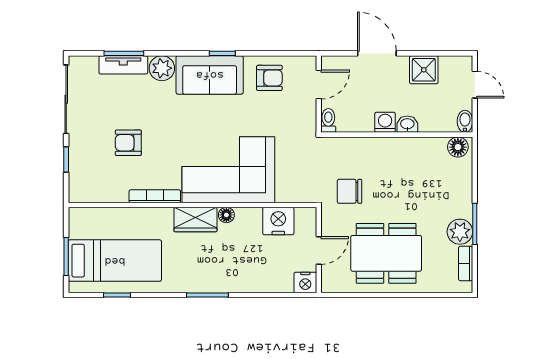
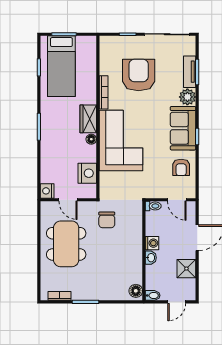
armchair: (128, 143) -> (139, 75), width x1.88, depth x1.88
chair: (350, 191) -> (107, 220), turned 180
plant: (460, 232) -> (80, 292), removed

